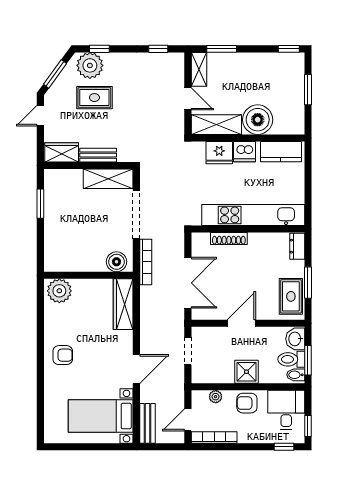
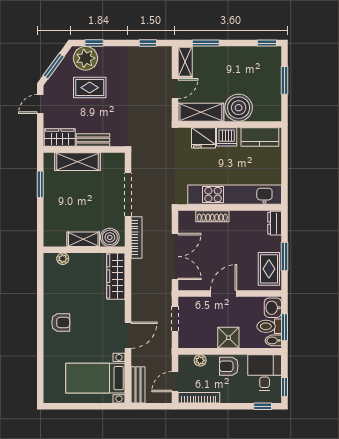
door: (188, 99) -> (175, 89), hinge flipped
shelving: (108, 179) -> (77, 162), moved
shelving: (87, 264) -> (83, 239), added
plant: (59, 291) -> (63, 259), width x0.53, depth x0.53

